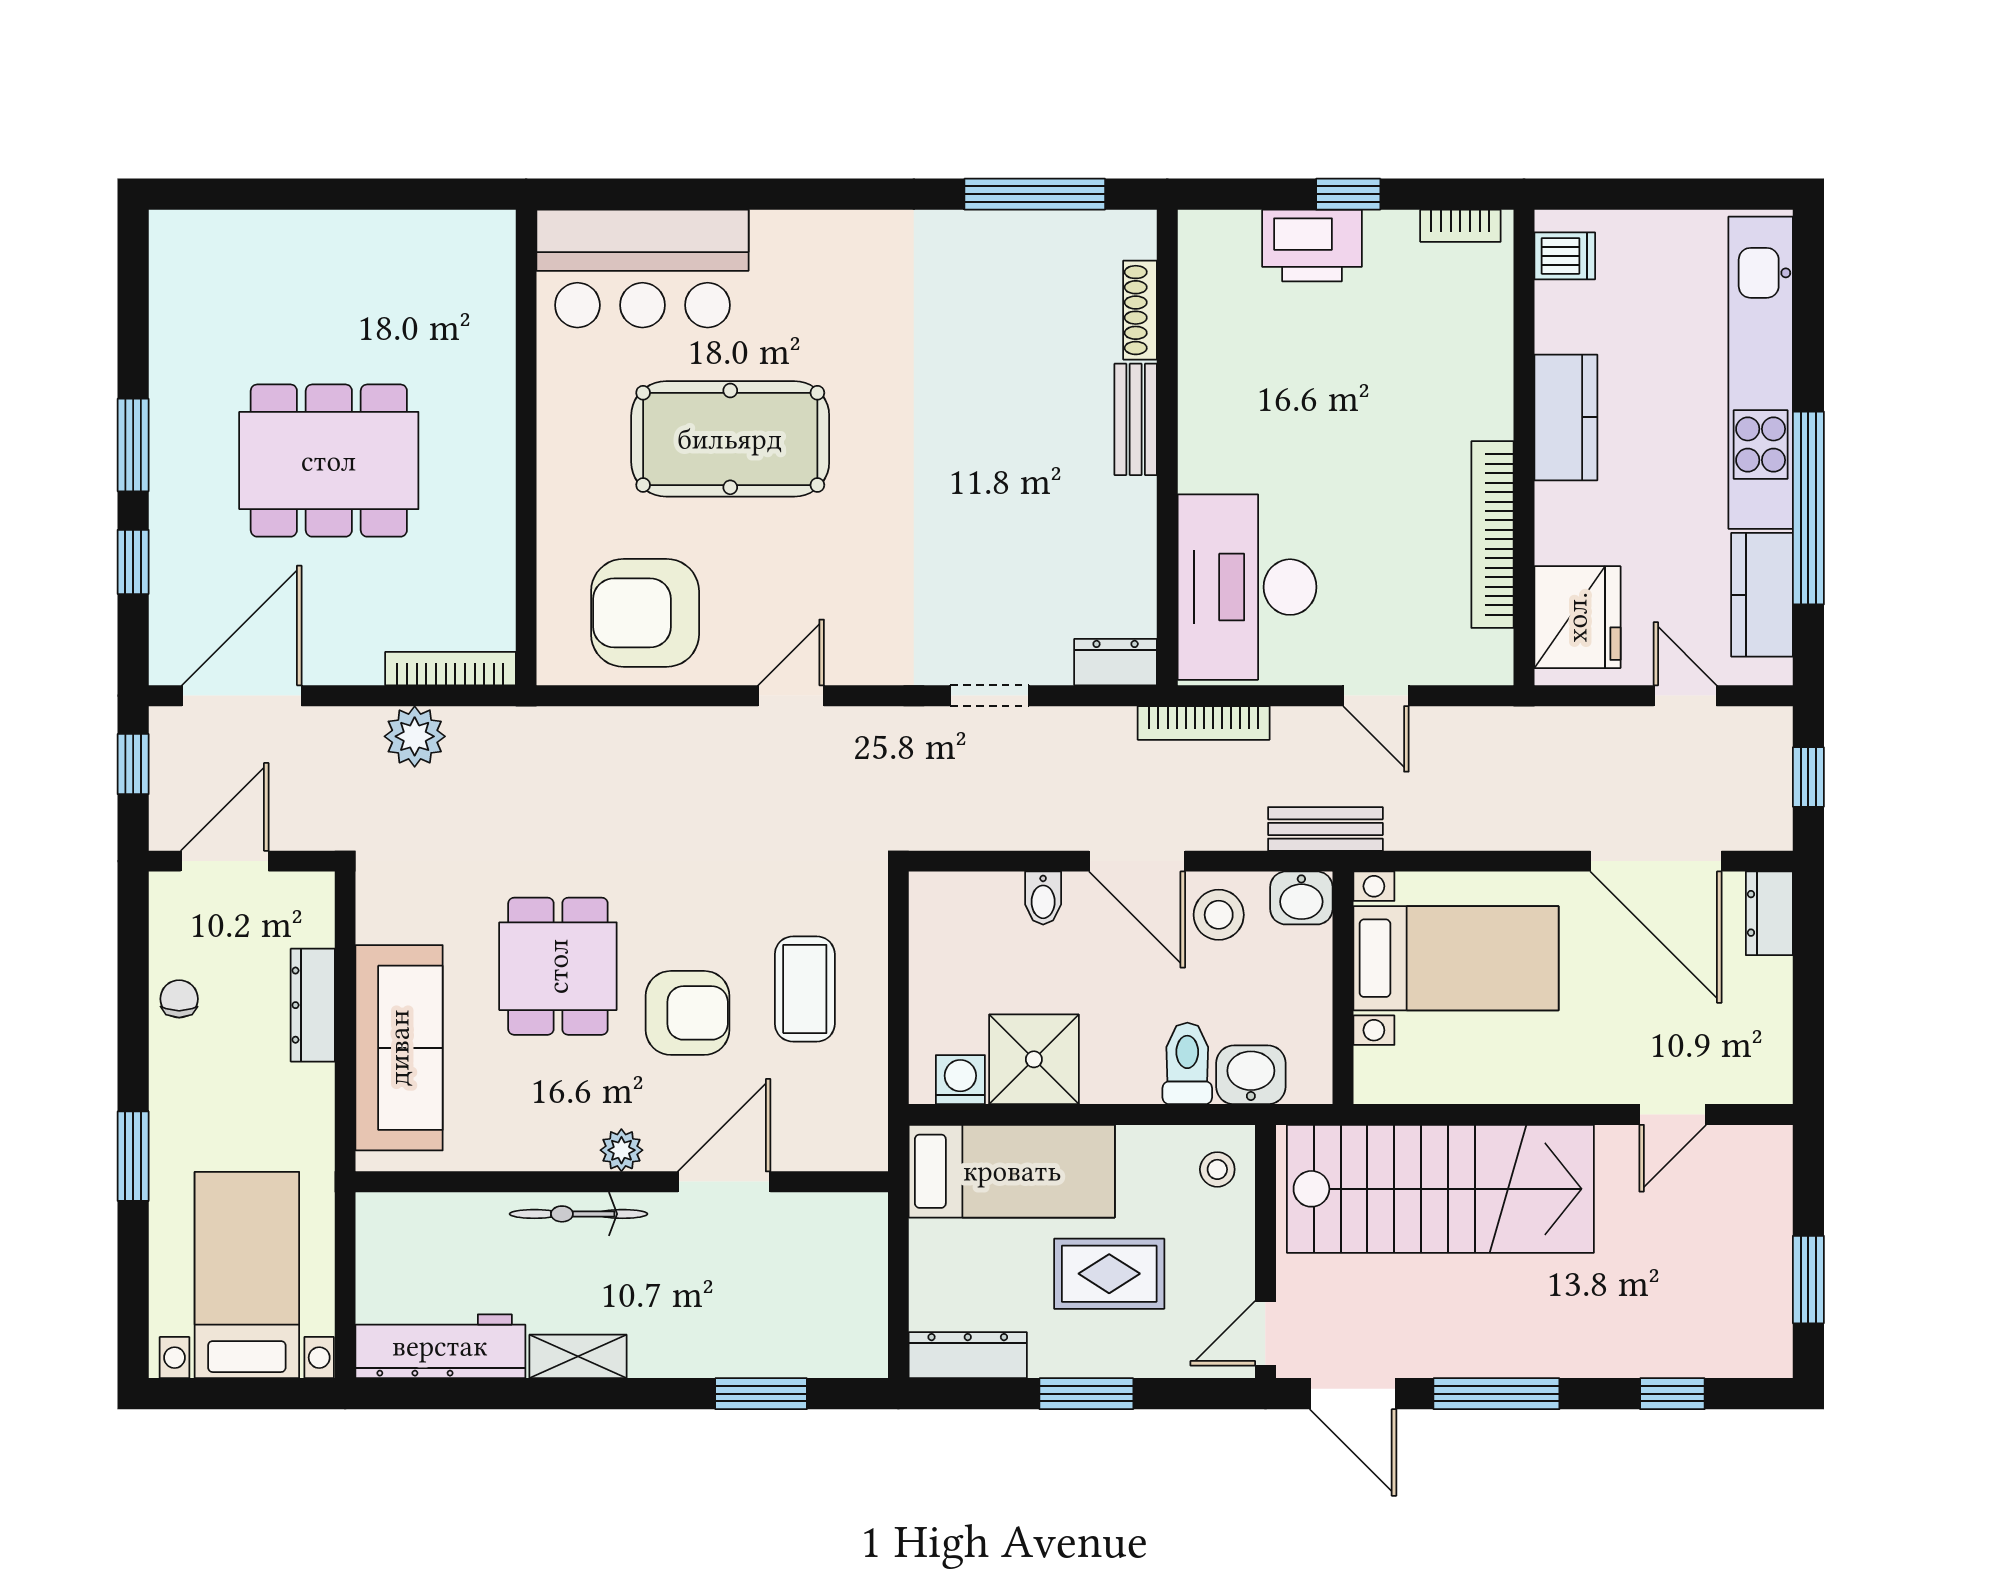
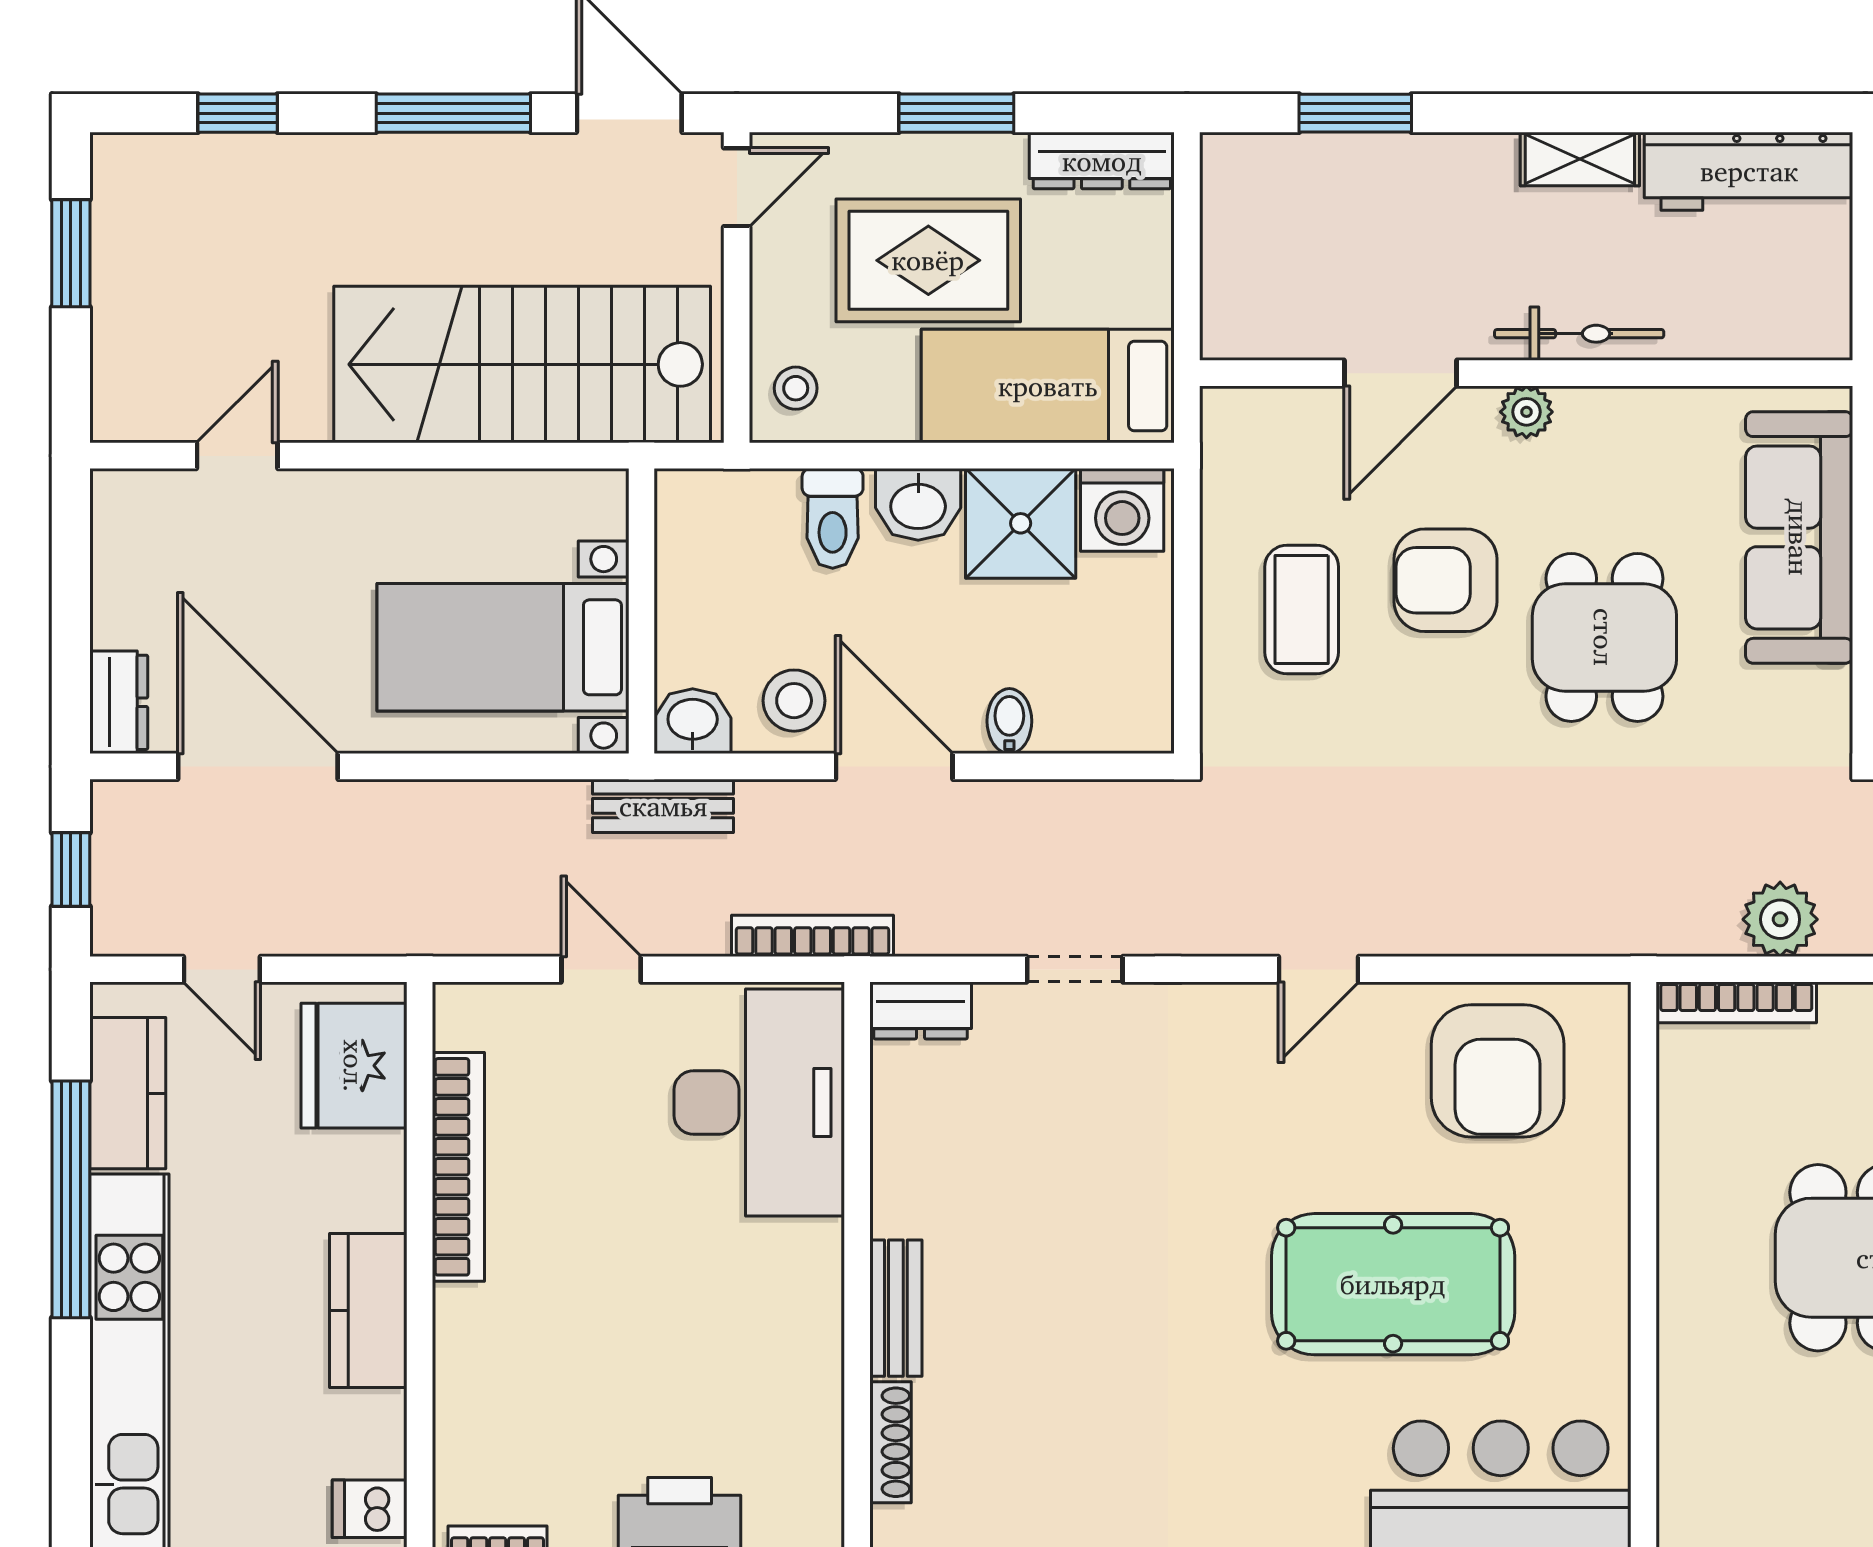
armchair: (645, 613) -> (1498, 1071), turned 90
washbasin: (1251, 1075) -> (918, 504), moved
washing machine: (960, 1080) -> (1122, 510), width x1.38, depth x1.38
rug: (1109, 1274) -> (928, 260), width x1.36, depth x1.43

